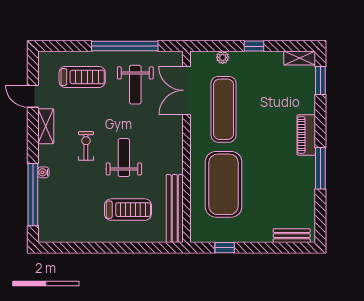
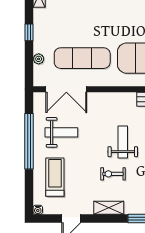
shelving: (46, 126) -> (109, 208), moved
weight bench: (124, 158) -> (123, 142), turned 90
water cooler: (43, 172) -> (38, 210), moved

